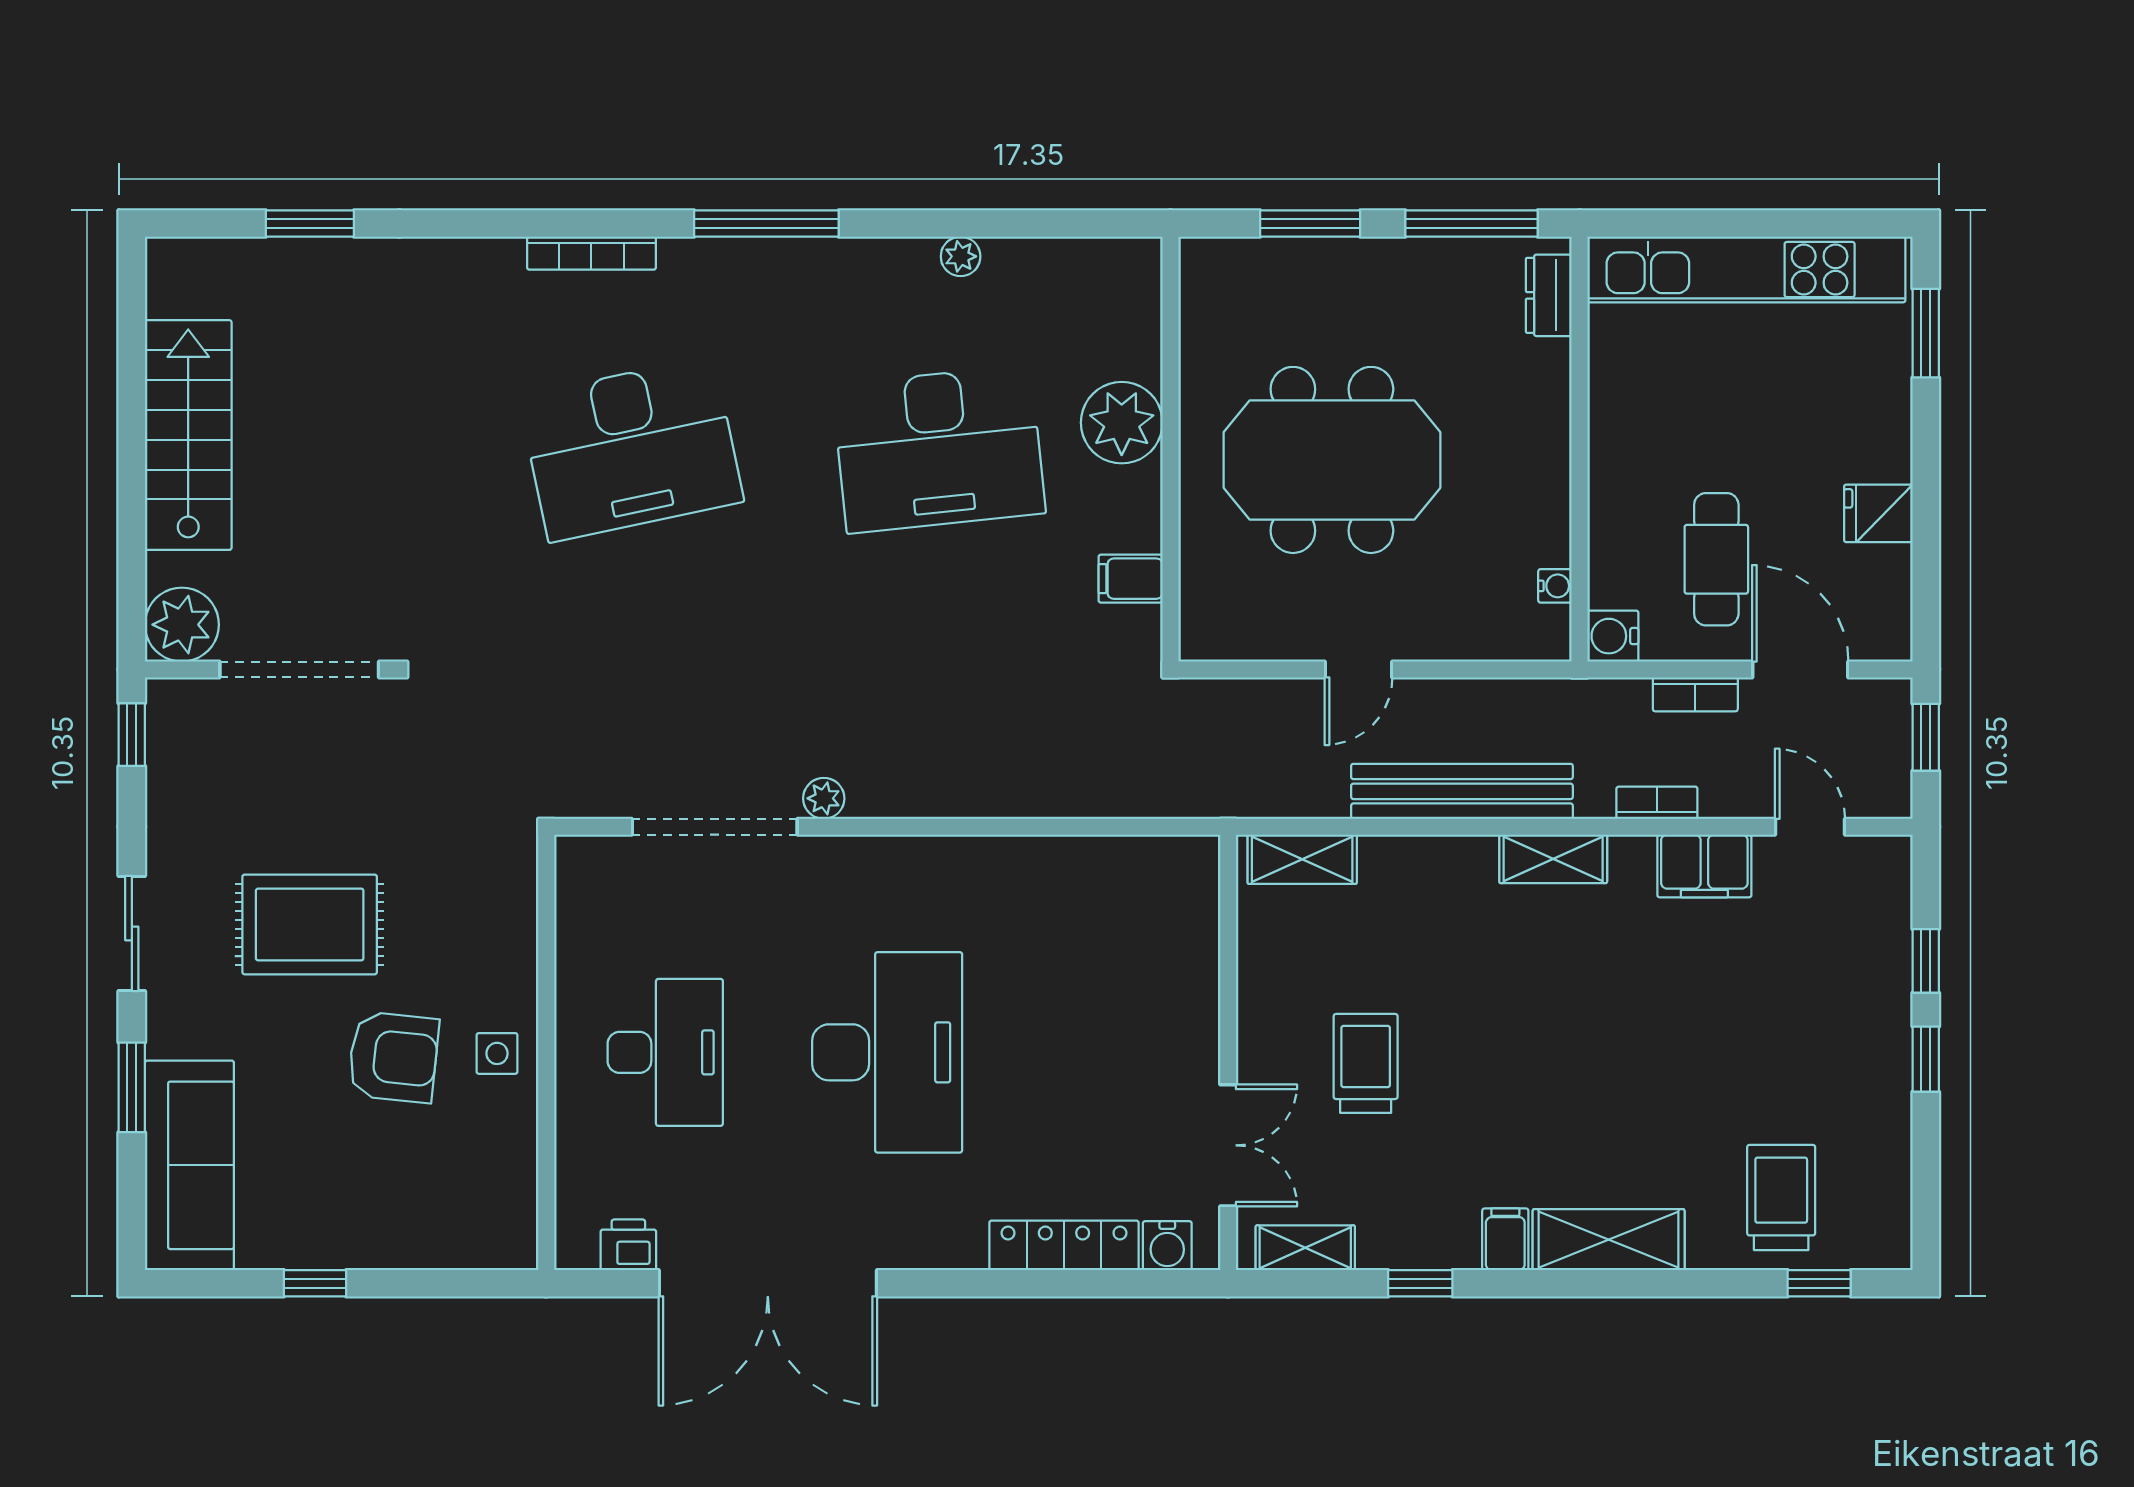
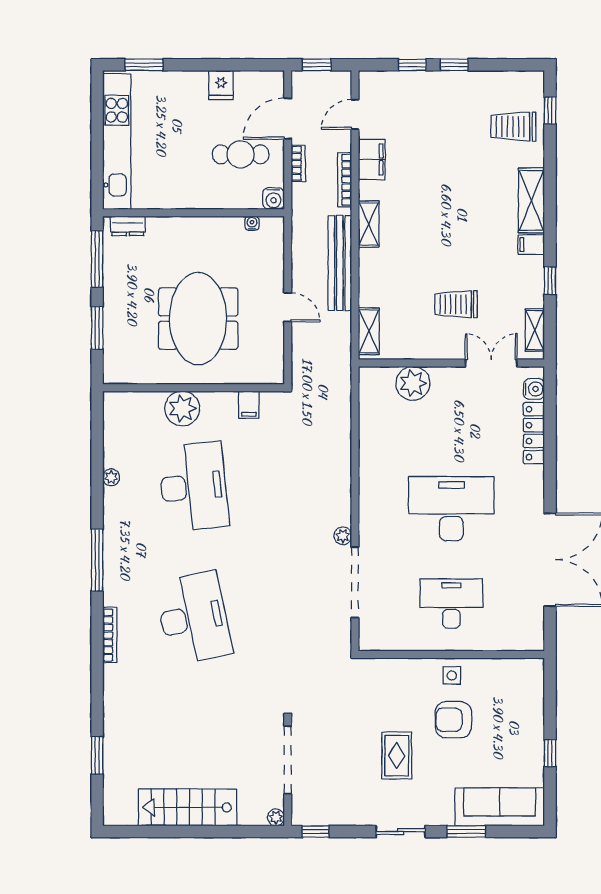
plant: (182, 625) -> (276, 817), width x0.53, depth x0.53
bookcase: (1657, 803) -> (345, 180), width x1.56
rug: (310, 924) -> (397, 756), width x0.73, depth x0.70
plant: (1181, 962) -> (413, 383), added
armchair: (393, 1057) -> (453, 720), turned -96
printer: (628, 1245) -> (534, 619), removed

